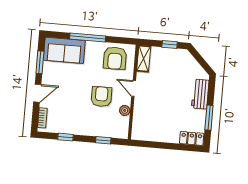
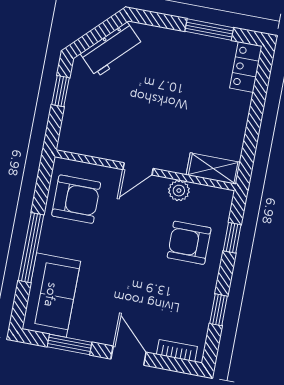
shelving: (144, 59) -> (213, 169), moved
workbench: (200, 94) -> (112, 50), moved, turned -45
armchair: (101, 97) -> (189, 243), moved

